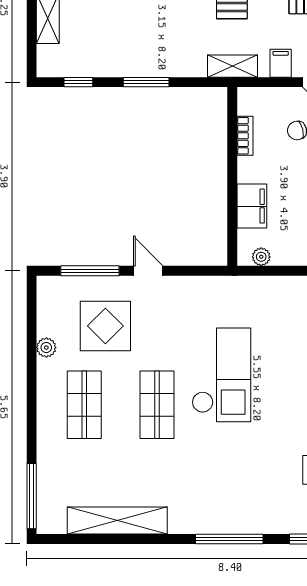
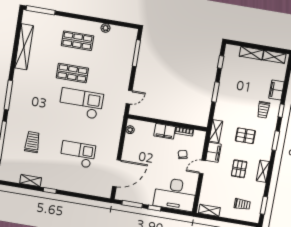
filing cabinet: (281, 63) -> (213, 152), width x2.00
filing cabinet: (252, 206) -> (165, 131), moved
door: (148, 271) -> (129, 97), moved
display table: (105, 326) -> (111, 56), removed
checkout: (221, 375) -> (81, 104), turned 180

